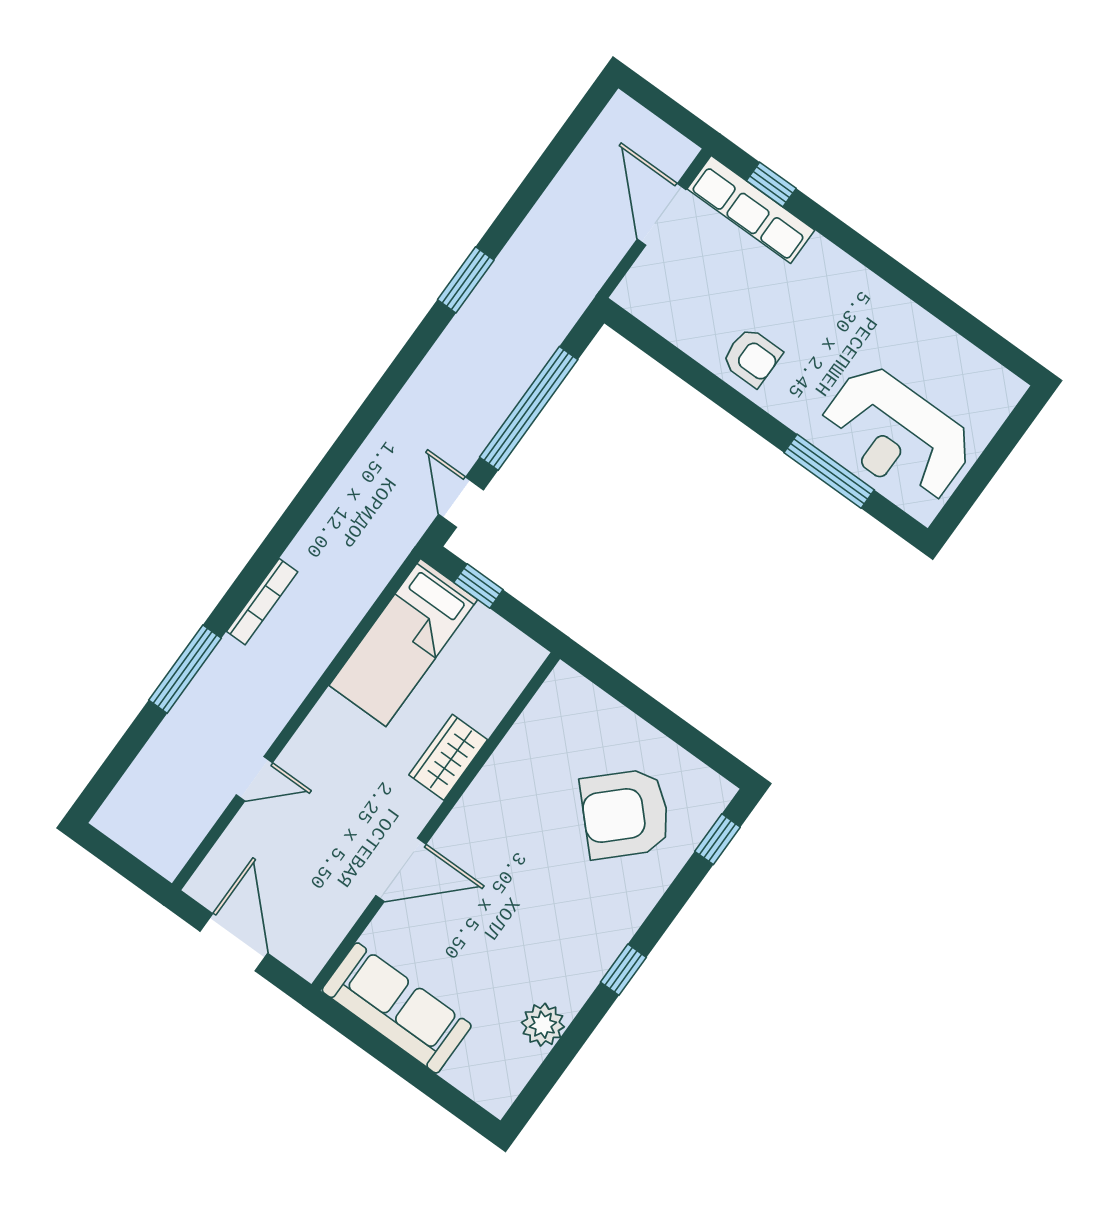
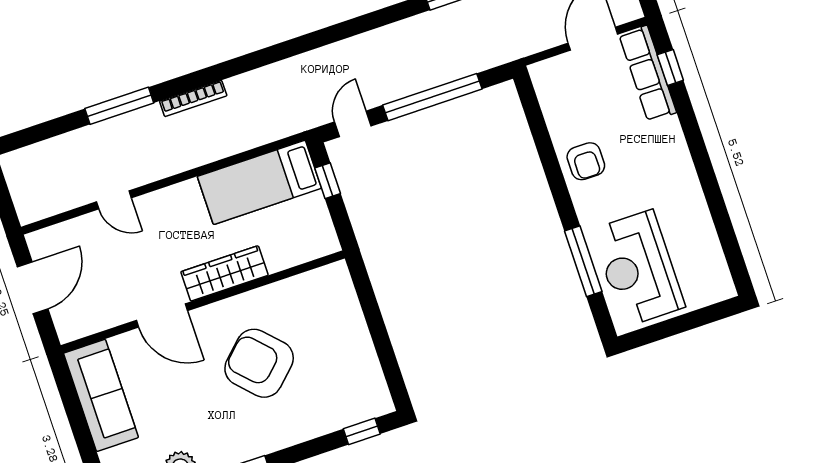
wardrobe: (448, 757) -> (224, 273), width x1.50
armchair: (625, 814) -> (259, 363), moved

